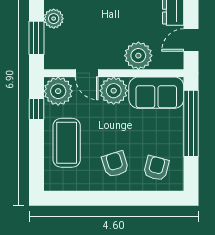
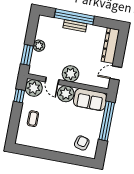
plant: (138, 56) -> (71, 74), moved
coffee table: (67, 143) -> (33, 119), width x0.54, depth x0.58
armchair: (115, 164) -> (59, 136), removed

